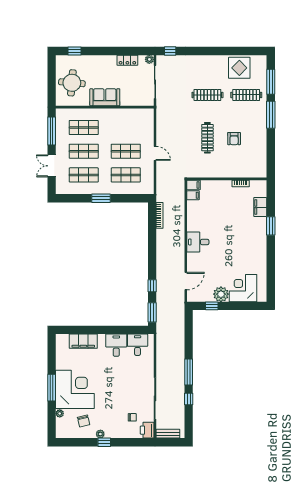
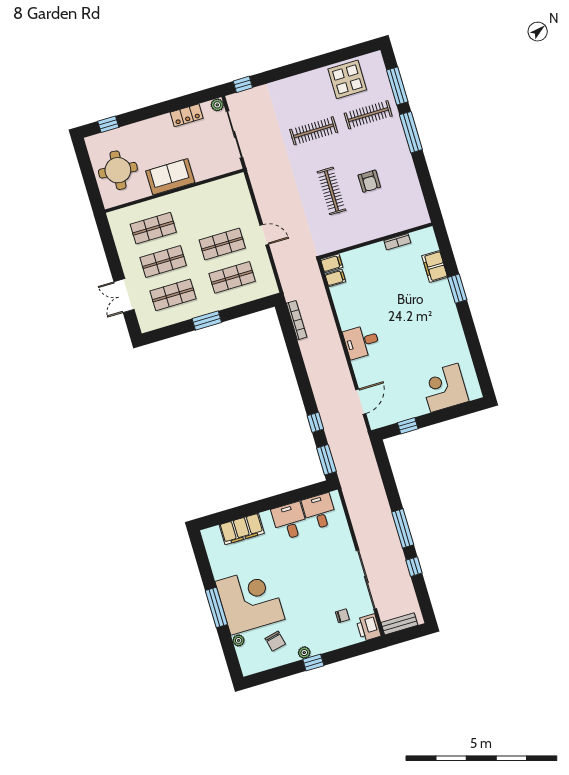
window: (52, 131) -> (109, 247), removed
plant: (221, 294) -> (416, 406), removed

